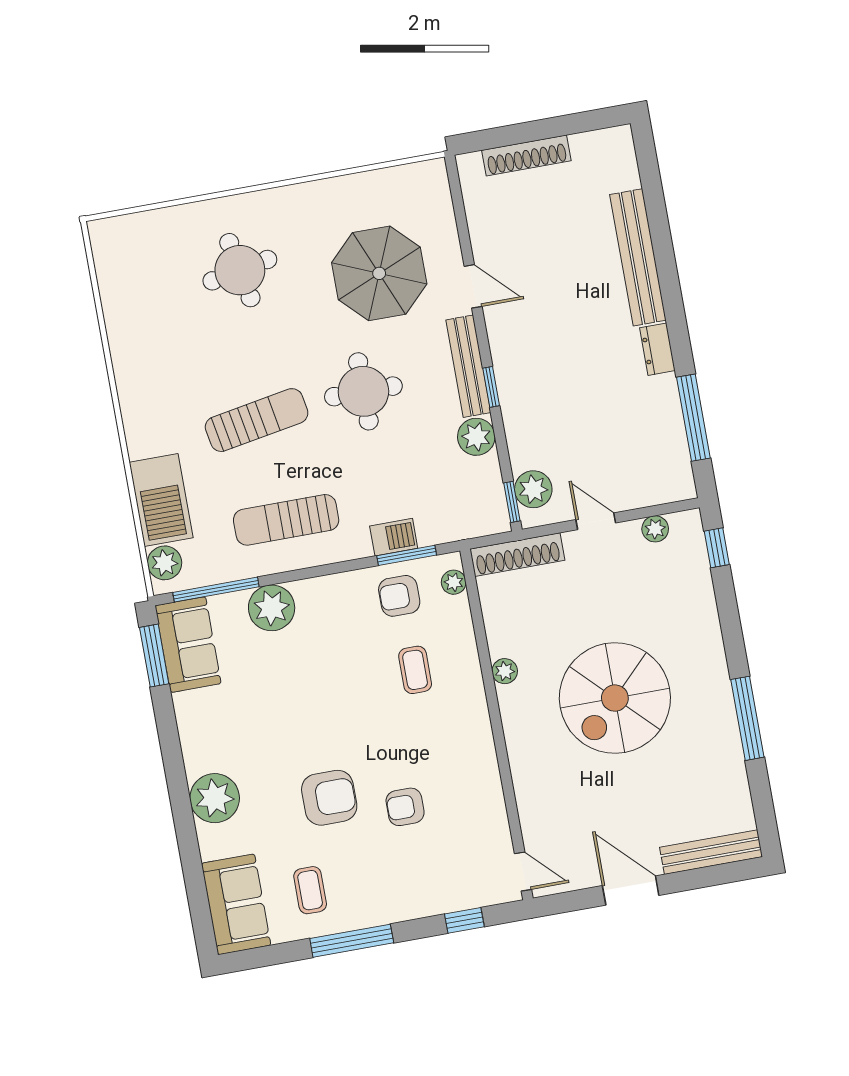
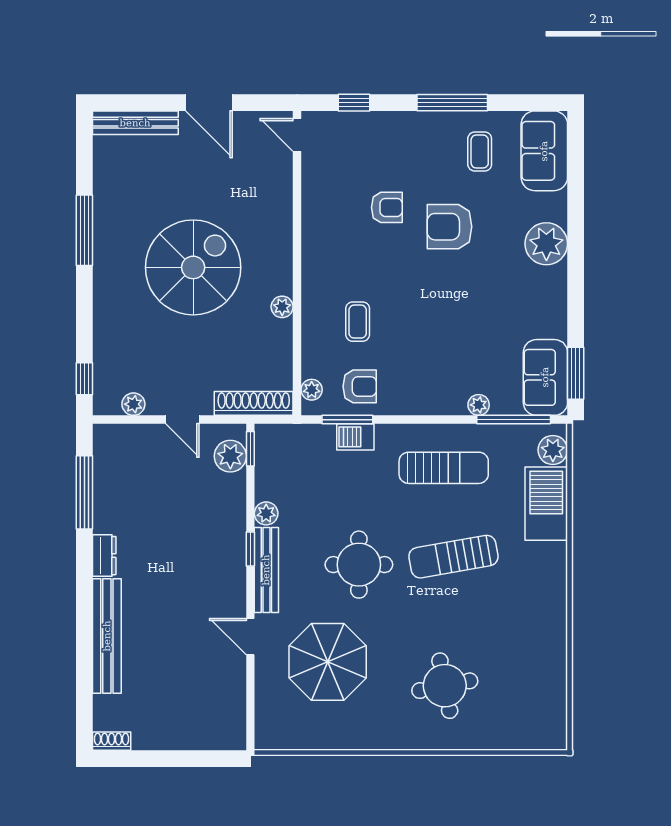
shoe rack: (526, 155) -> (112, 741), moved, width x0.51, depth x0.81
plant: (476, 437) -> (266, 513), width x0.73, depth x0.73
plant: (272, 608) -> (479, 405), width x0.53, depth x0.53

